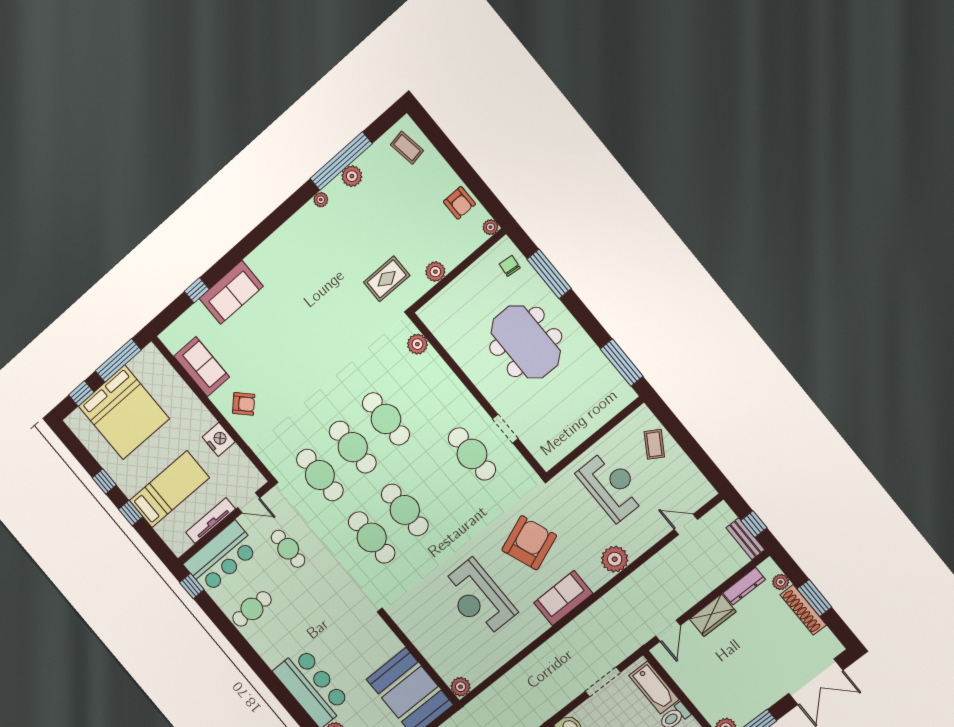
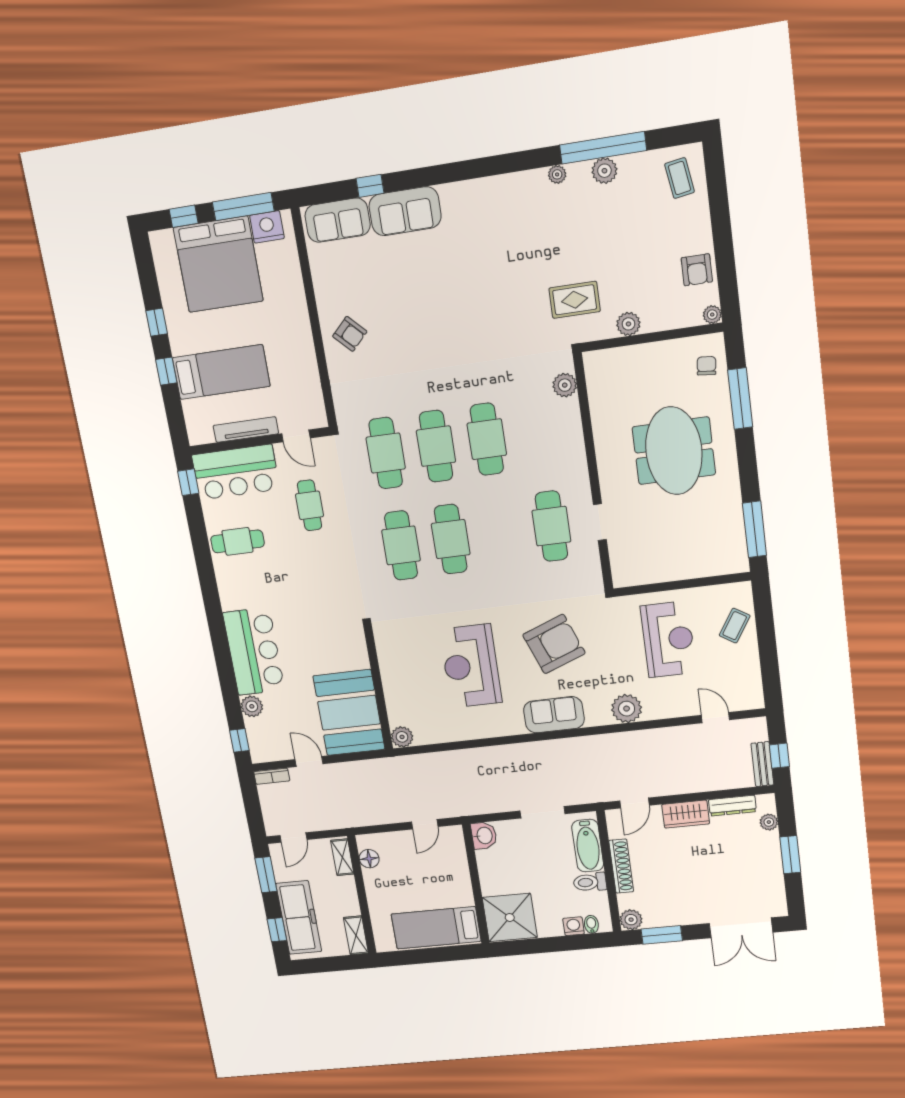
sofa: (202, 367) -> (338, 220), moved, turned 90
nightstand: (219, 439) -> (267, 227), moved, turned -90
shoe rack: (803, 610) -> (621, 866), moved, turned 180

